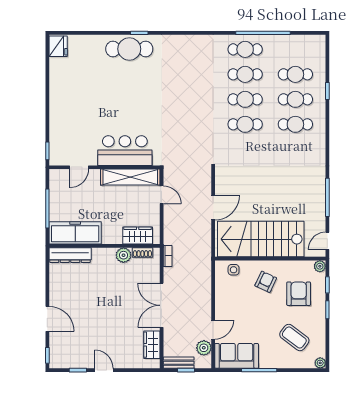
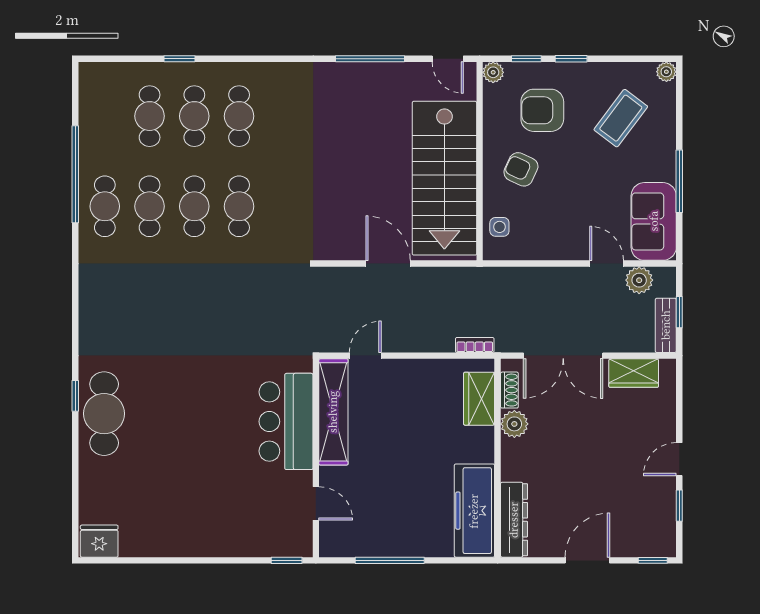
freezer: (75, 233) -> (474, 511), moved
wardrobe: (138, 236) -> (479, 399), moved
wall: (104, 246) -> (498, 458), moved
shoe rack: (142, 252) -> (509, 390), moved
dresser: (70, 255) -> (514, 520), moved
plant: (123, 255) -> (514, 424), moved

